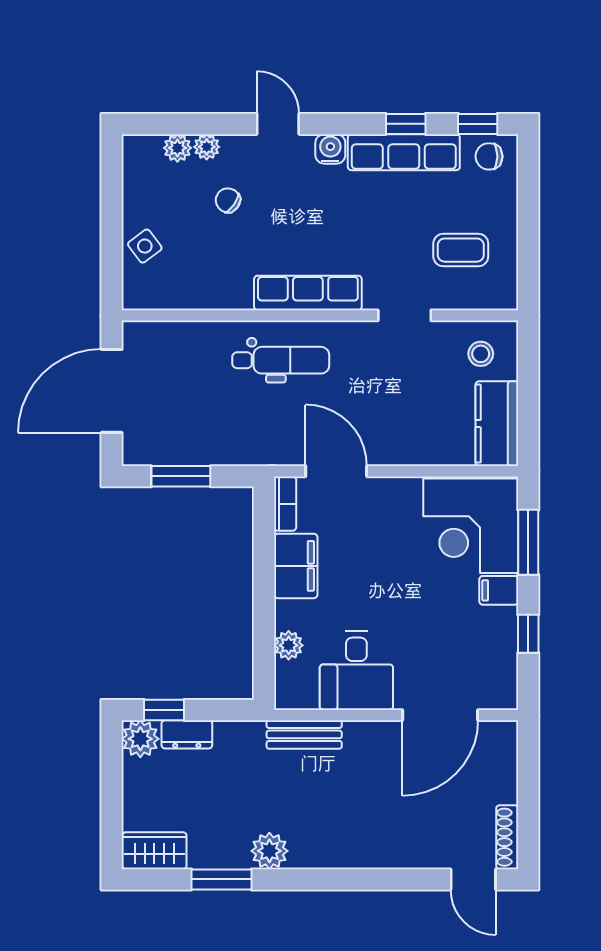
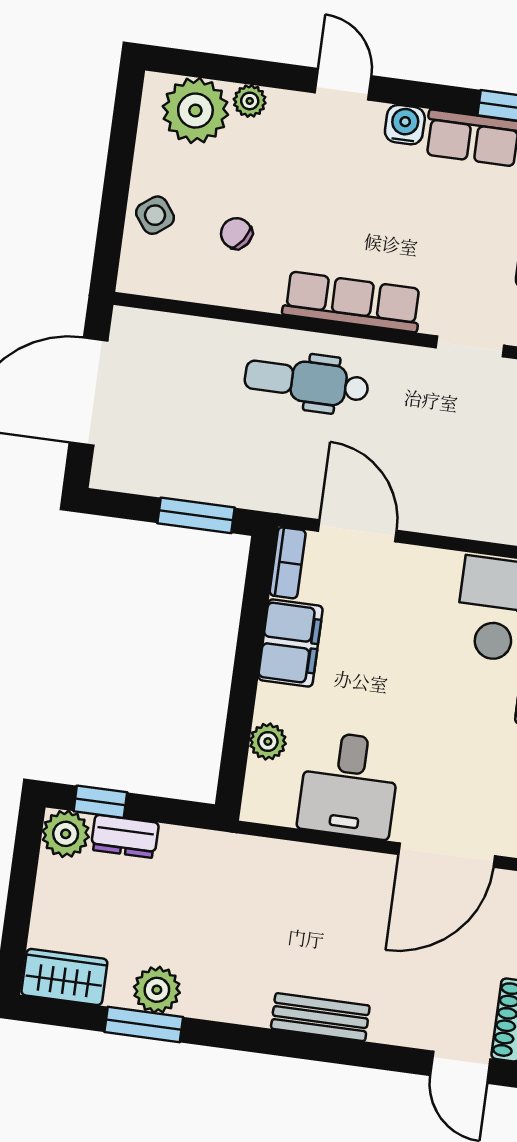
plant: (177, 148) -> (195, 111), width x1.88, depth x1.88
chair: (228, 200) -> (236, 233), moved
dental chair: (281, 360) -> (307, 382), turned 180
window: (181, 476) -> (196, 515), moved
bench: (304, 734) -> (320, 1017), moved
plant: (269, 851) -> (157, 990), moved

